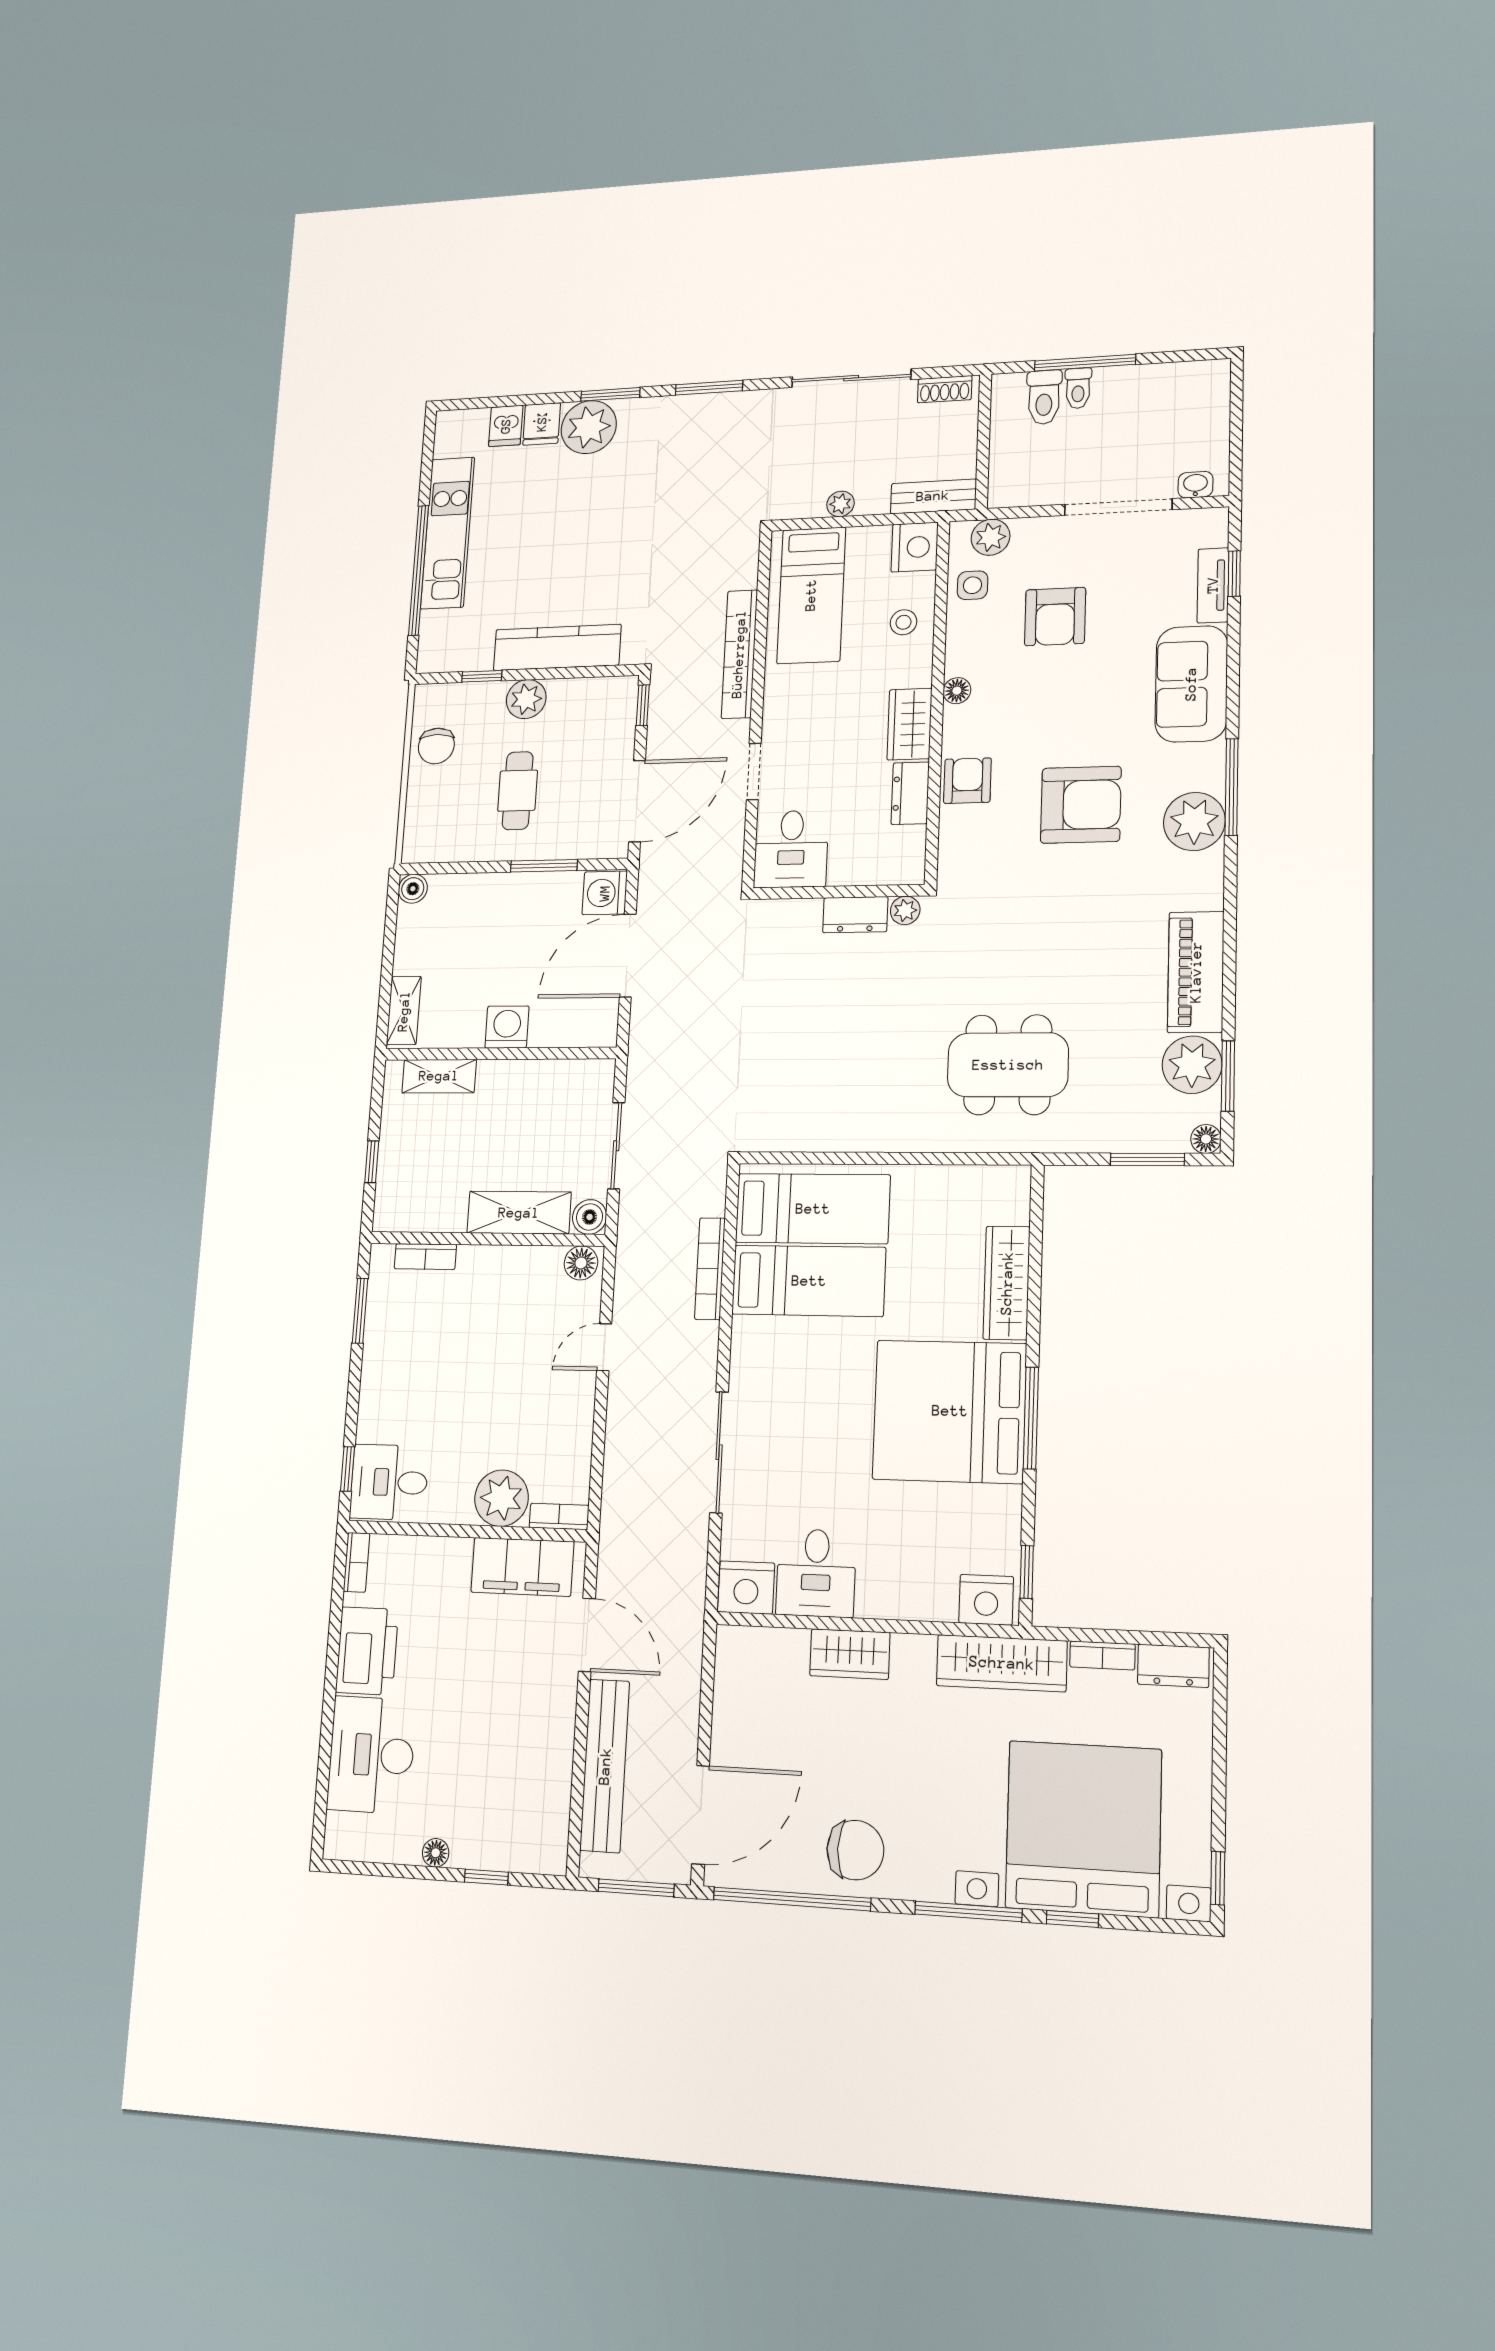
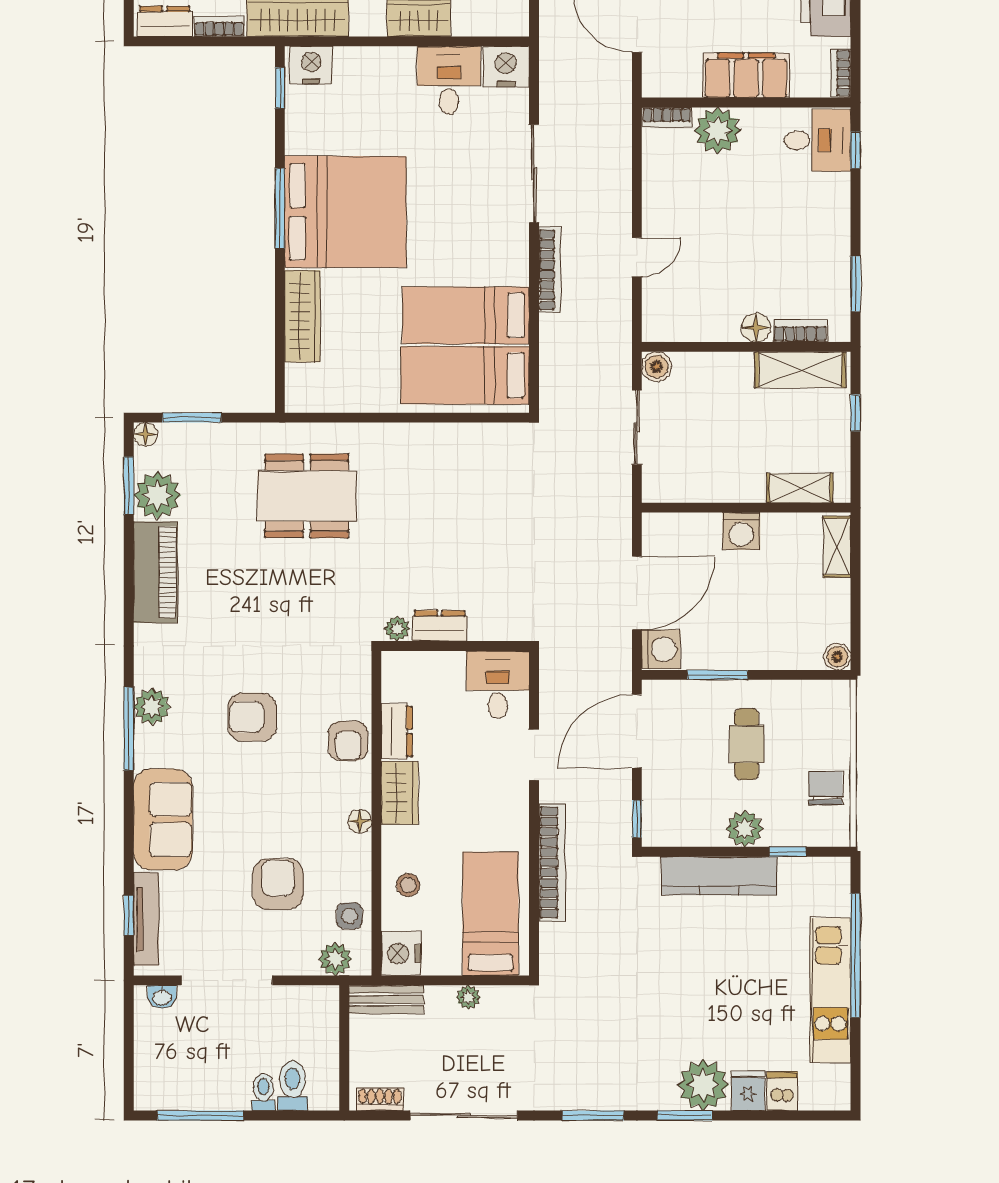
window: (1085, 363) -> (200, 1115), moved
tv unit: (1213, 585) -> (146, 919), width x1.41
armchair: (1081, 805) -> (252, 717), width x0.73, depth x0.73
plant: (1194, 821) -> (152, 707), width x0.73, depth x0.73
shelving: (519, 1213) -> (800, 370), moved
floor lamp: (581, 1263) -> (756, 328), moved
bookcase: (710, 1269) -> (550, 270), moved
filing cabinet: (522, 1567) -> (746, 75), moved

